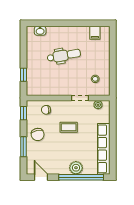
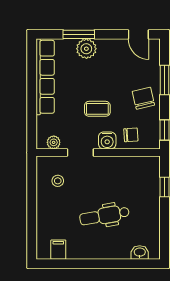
water cooler: (62, 106) -> (107, 140), added
window: (81, 177) -> (79, 34), width x0.47

